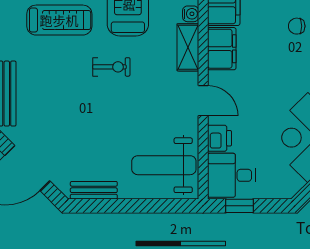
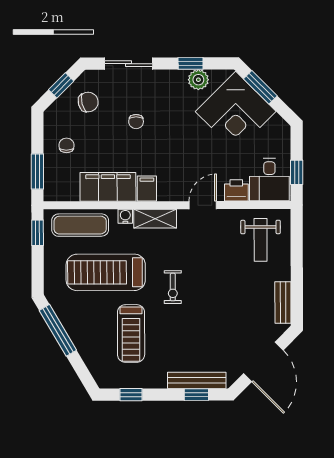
treadmill: (59, 20) -> (131, 333), turned 180
filing cabinet: (222, 49) -> (147, 188), width x0.50
exercise bike: (111, 67) -> (173, 287), turned 180
weight bench: (164, 165) -> (261, 240), width x0.73, depth x0.75

